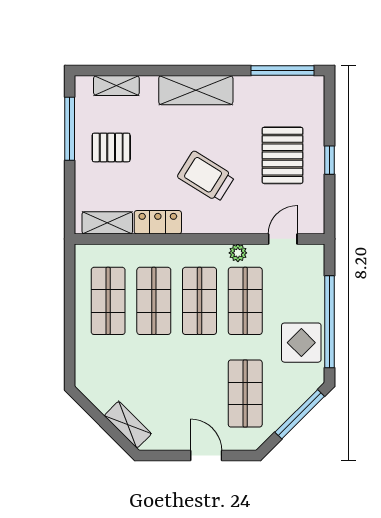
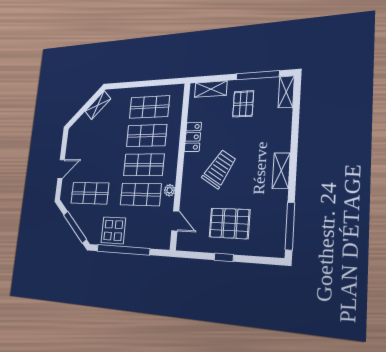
shelving: (116, 86) -> (286, 92), moved
shelving: (196, 90) -> (281, 171), width x0.67, depth x0.75
shelving: (107, 223) -> (211, 89), moved, turned 90
shelving: (128, 425) -> (98, 105), moved

